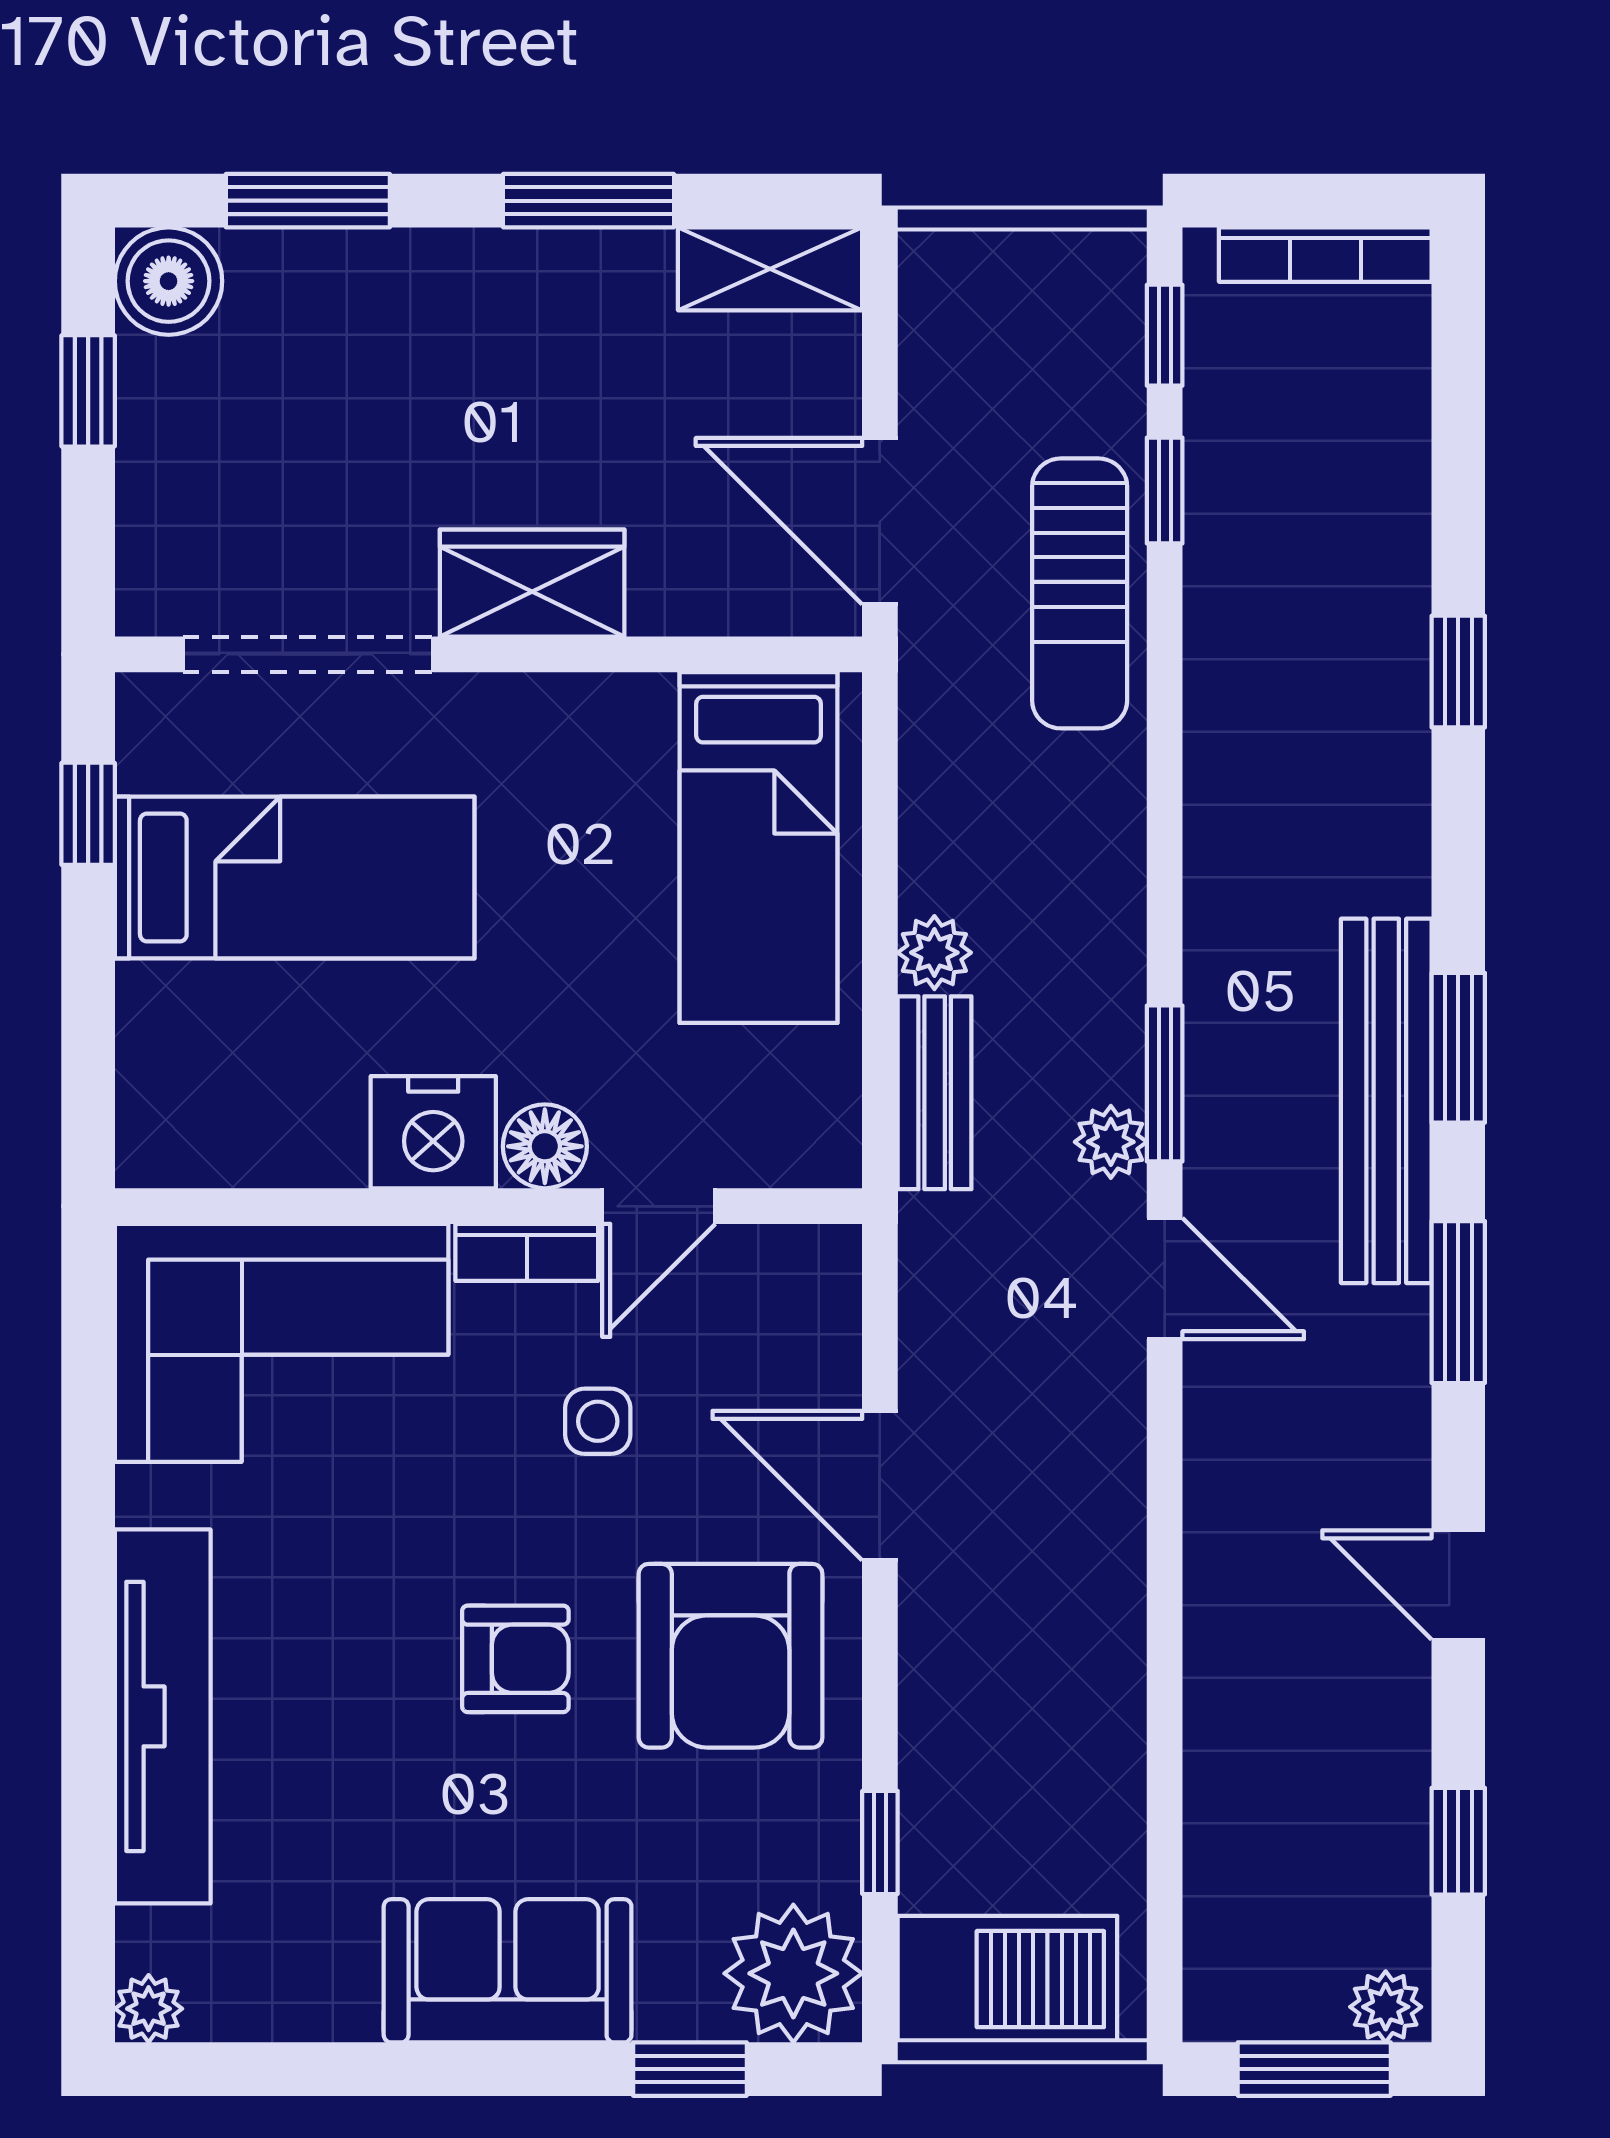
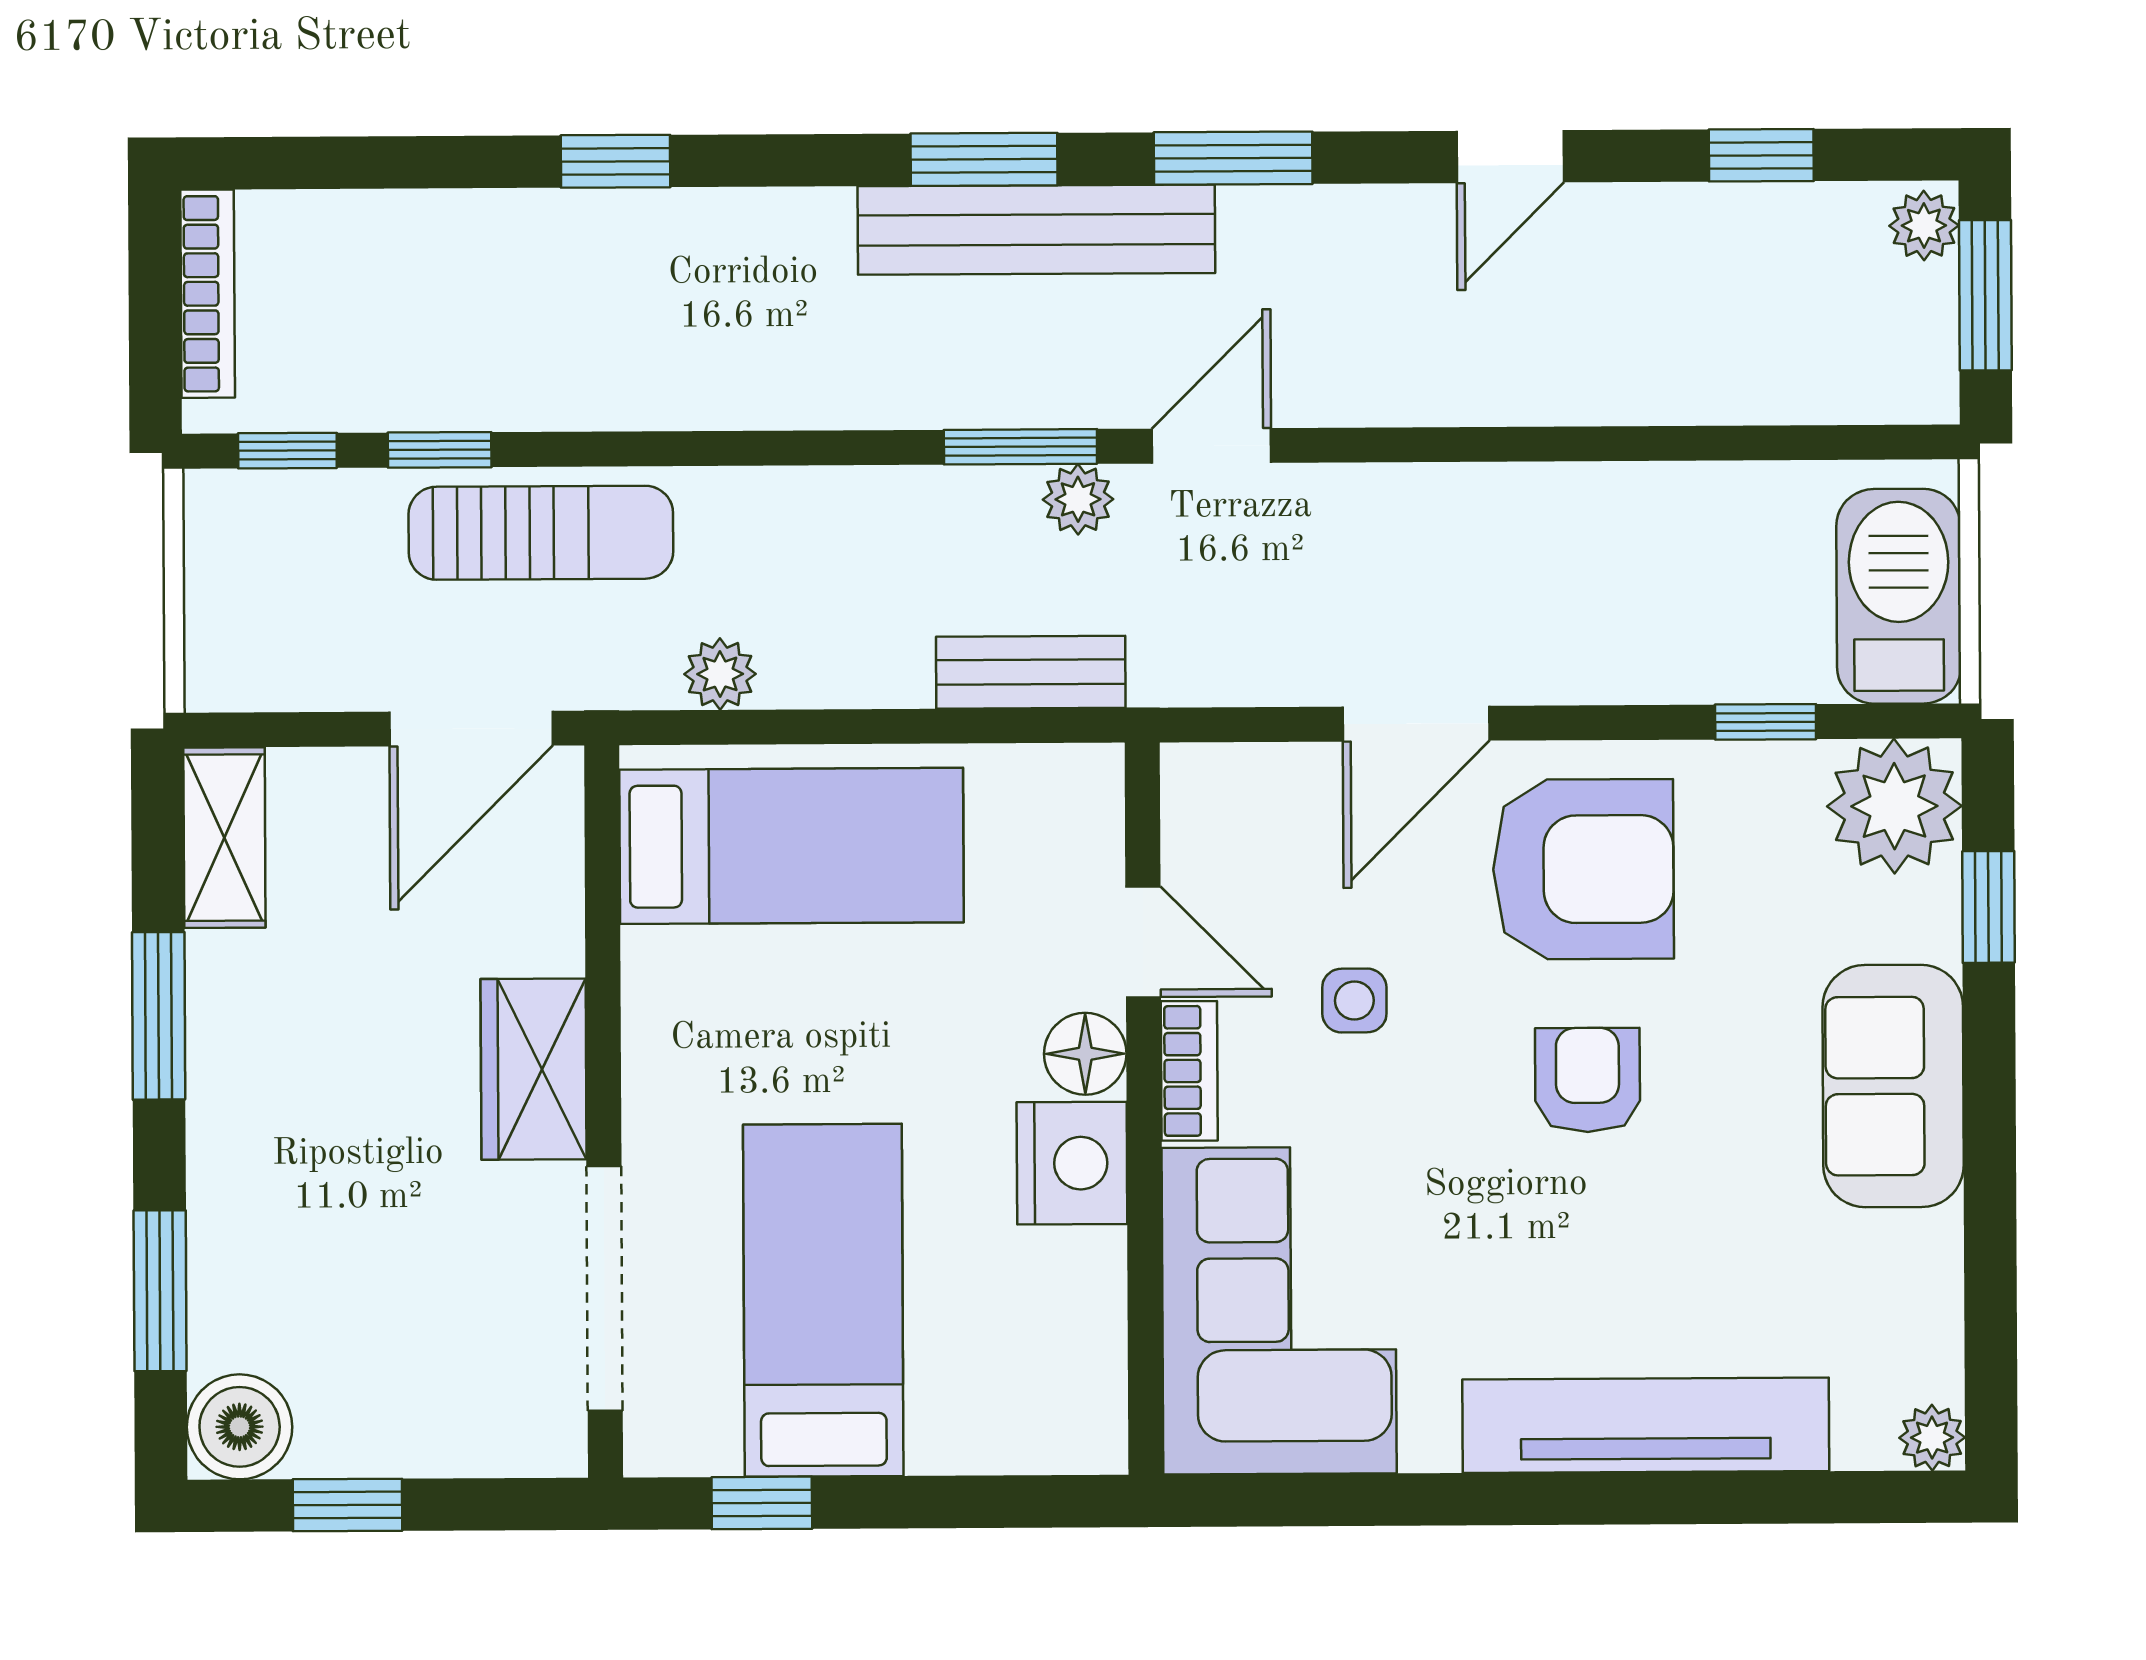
plant: (934, 953) -> (720, 674), moved

